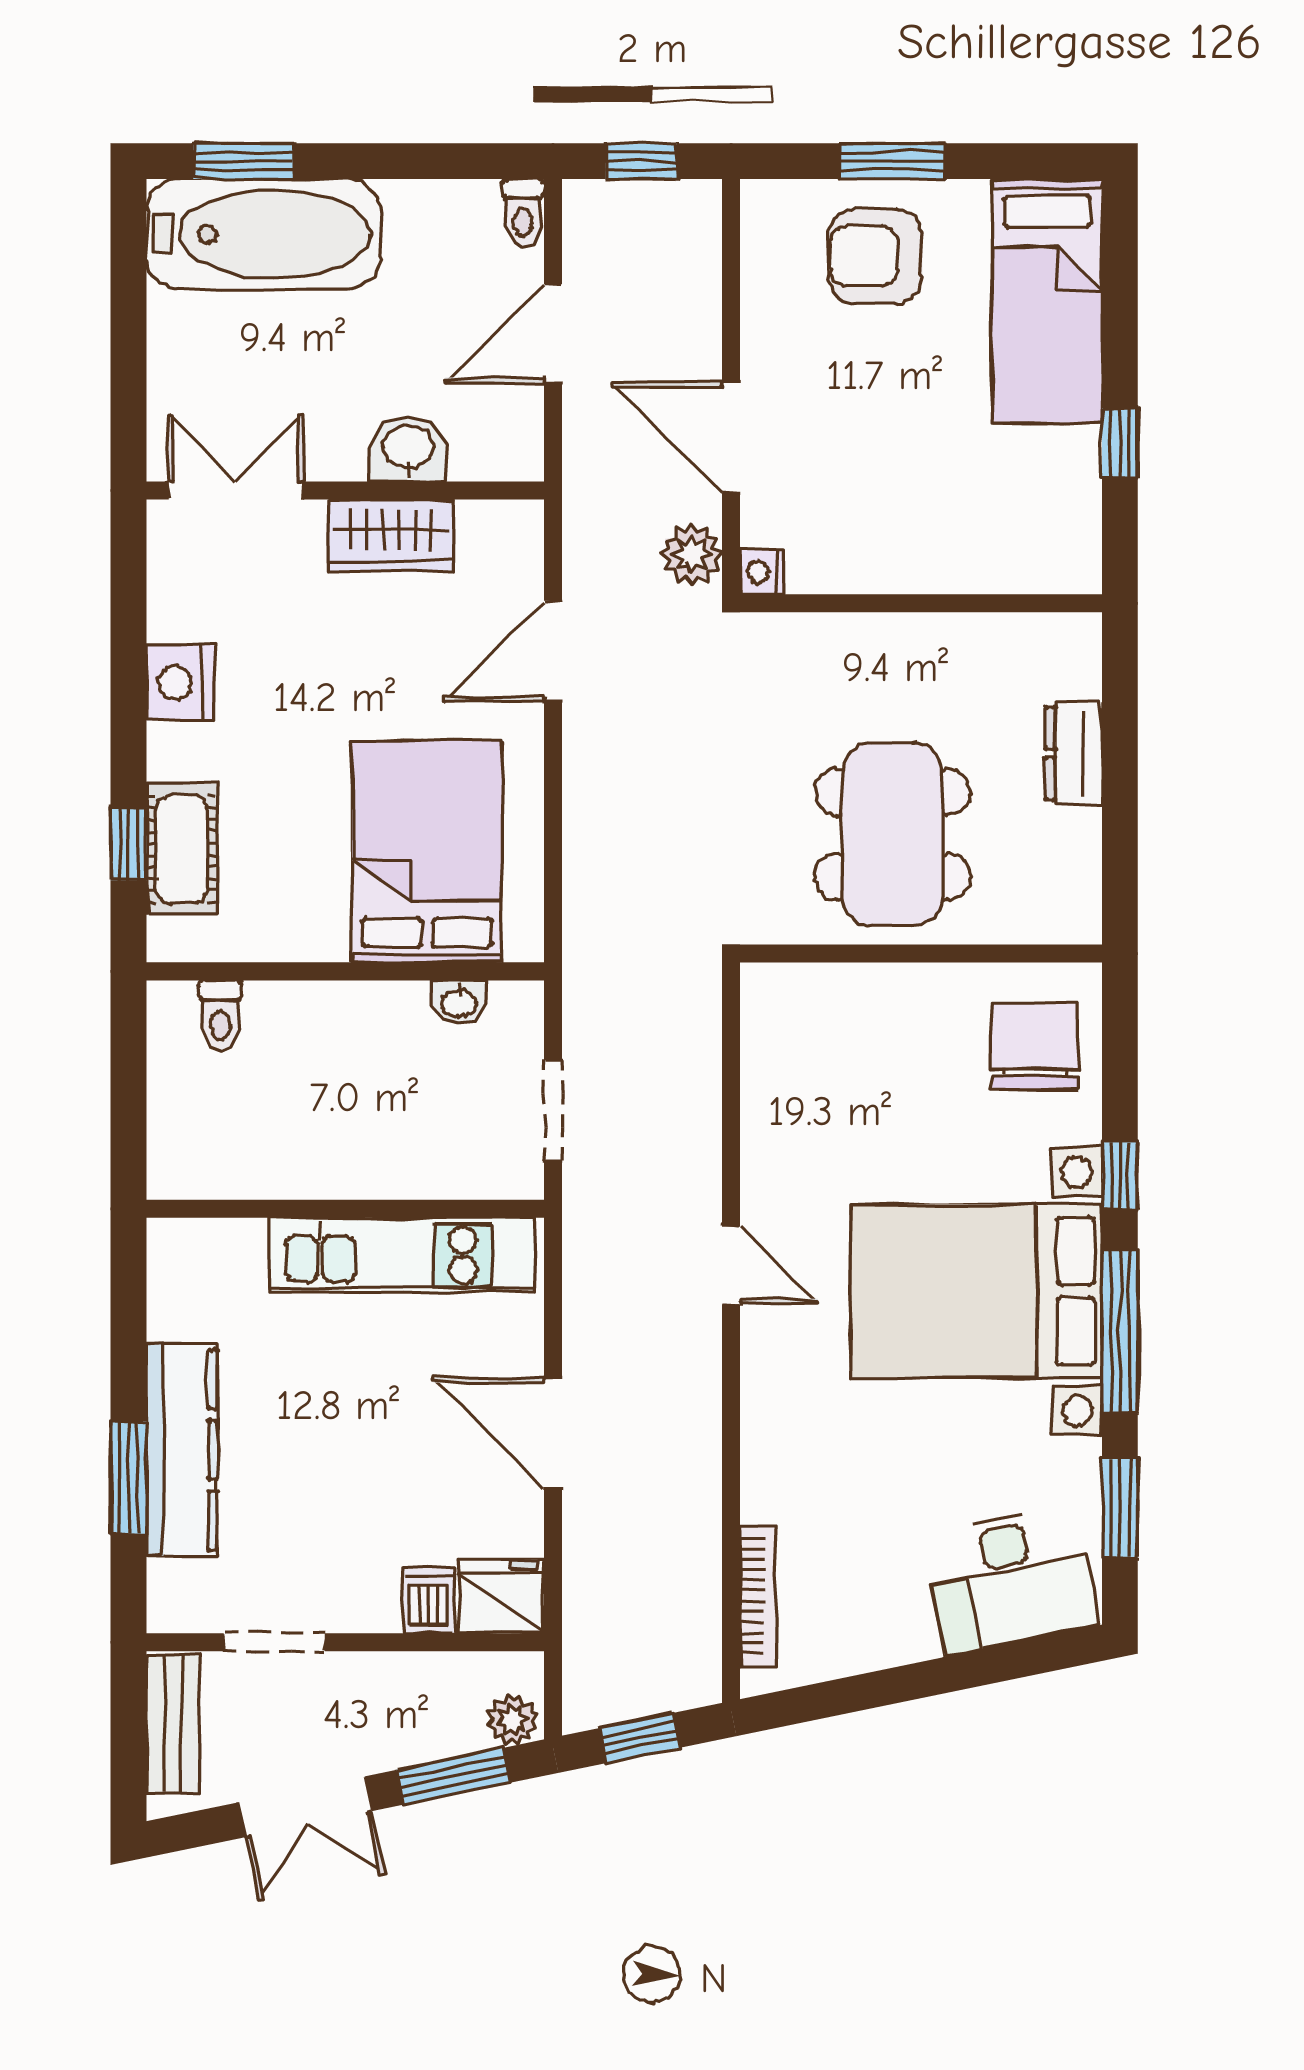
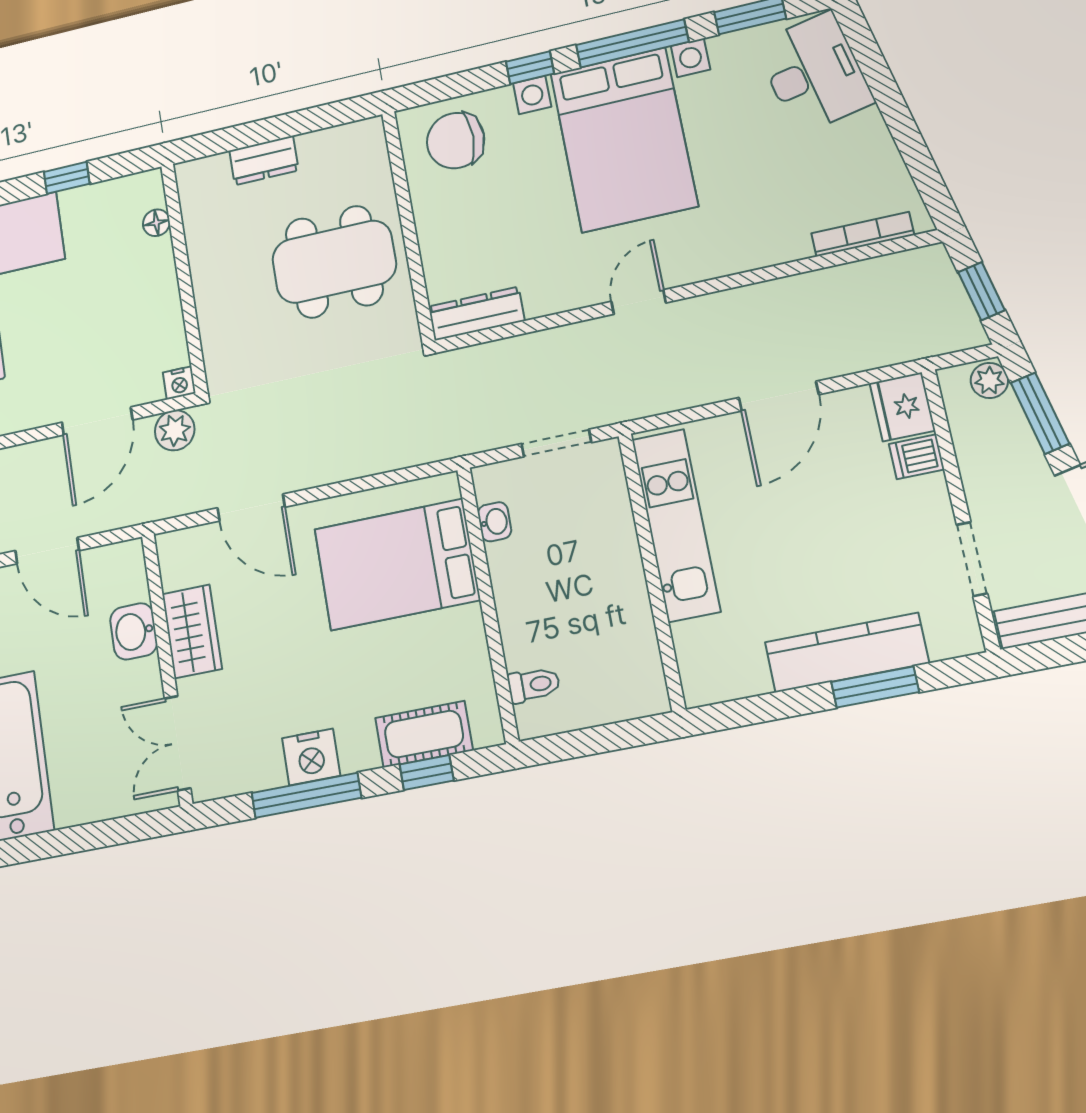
floor lamp: (1016, 573) -> (156, 223), added
window: (129, 667) -> (306, 795), added
dresser: (767, 1030) -> (476, 314), added

